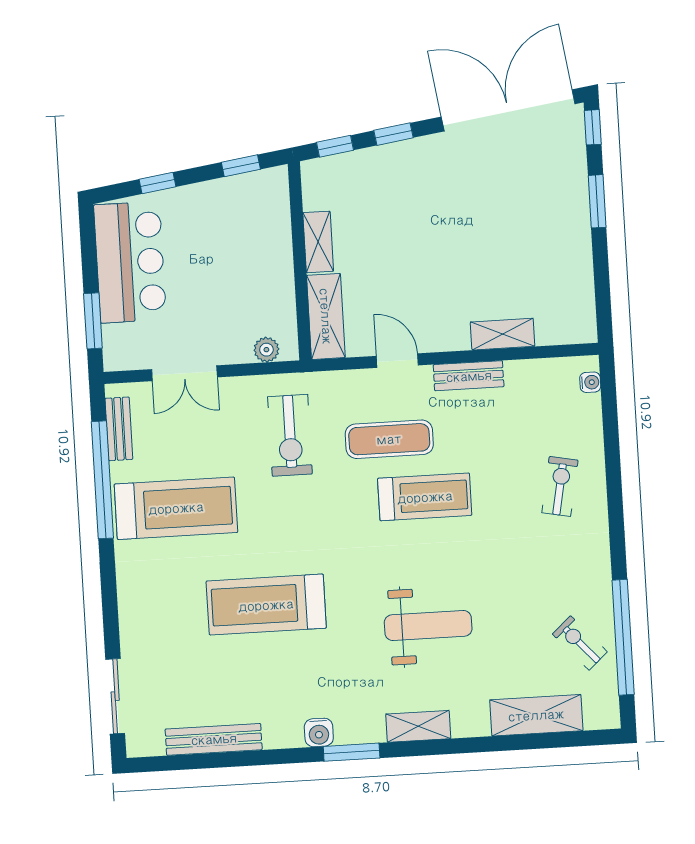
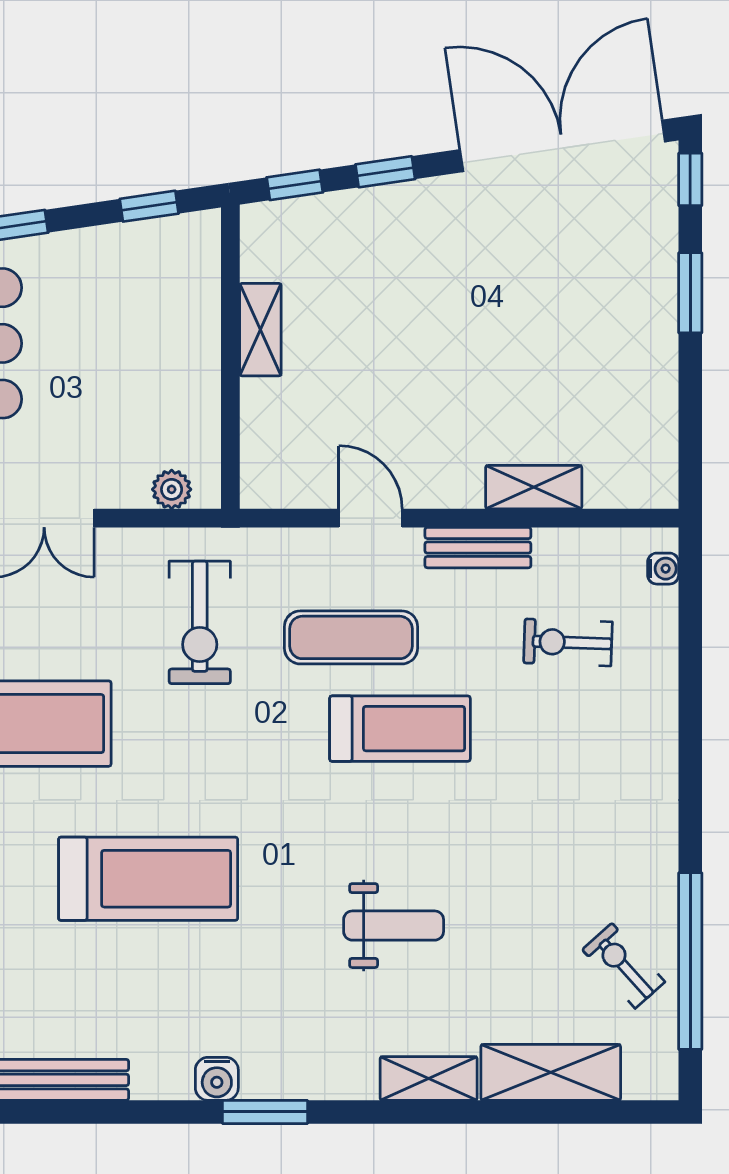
shelving: (326, 316) -> (265, 444), removed
exercise bike: (560, 486) -> (568, 642), moved, turned -99
treadmill: (266, 605) -> (148, 879), turned 180
weight bench: (428, 626) -> (394, 926), width x0.73, depth x0.75
shelving: (418, 726) -> (429, 1079), moved

